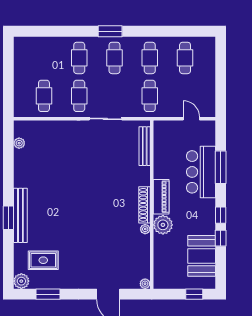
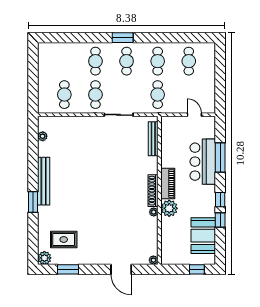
bench: (20, 215) -> (44, 181), moved

